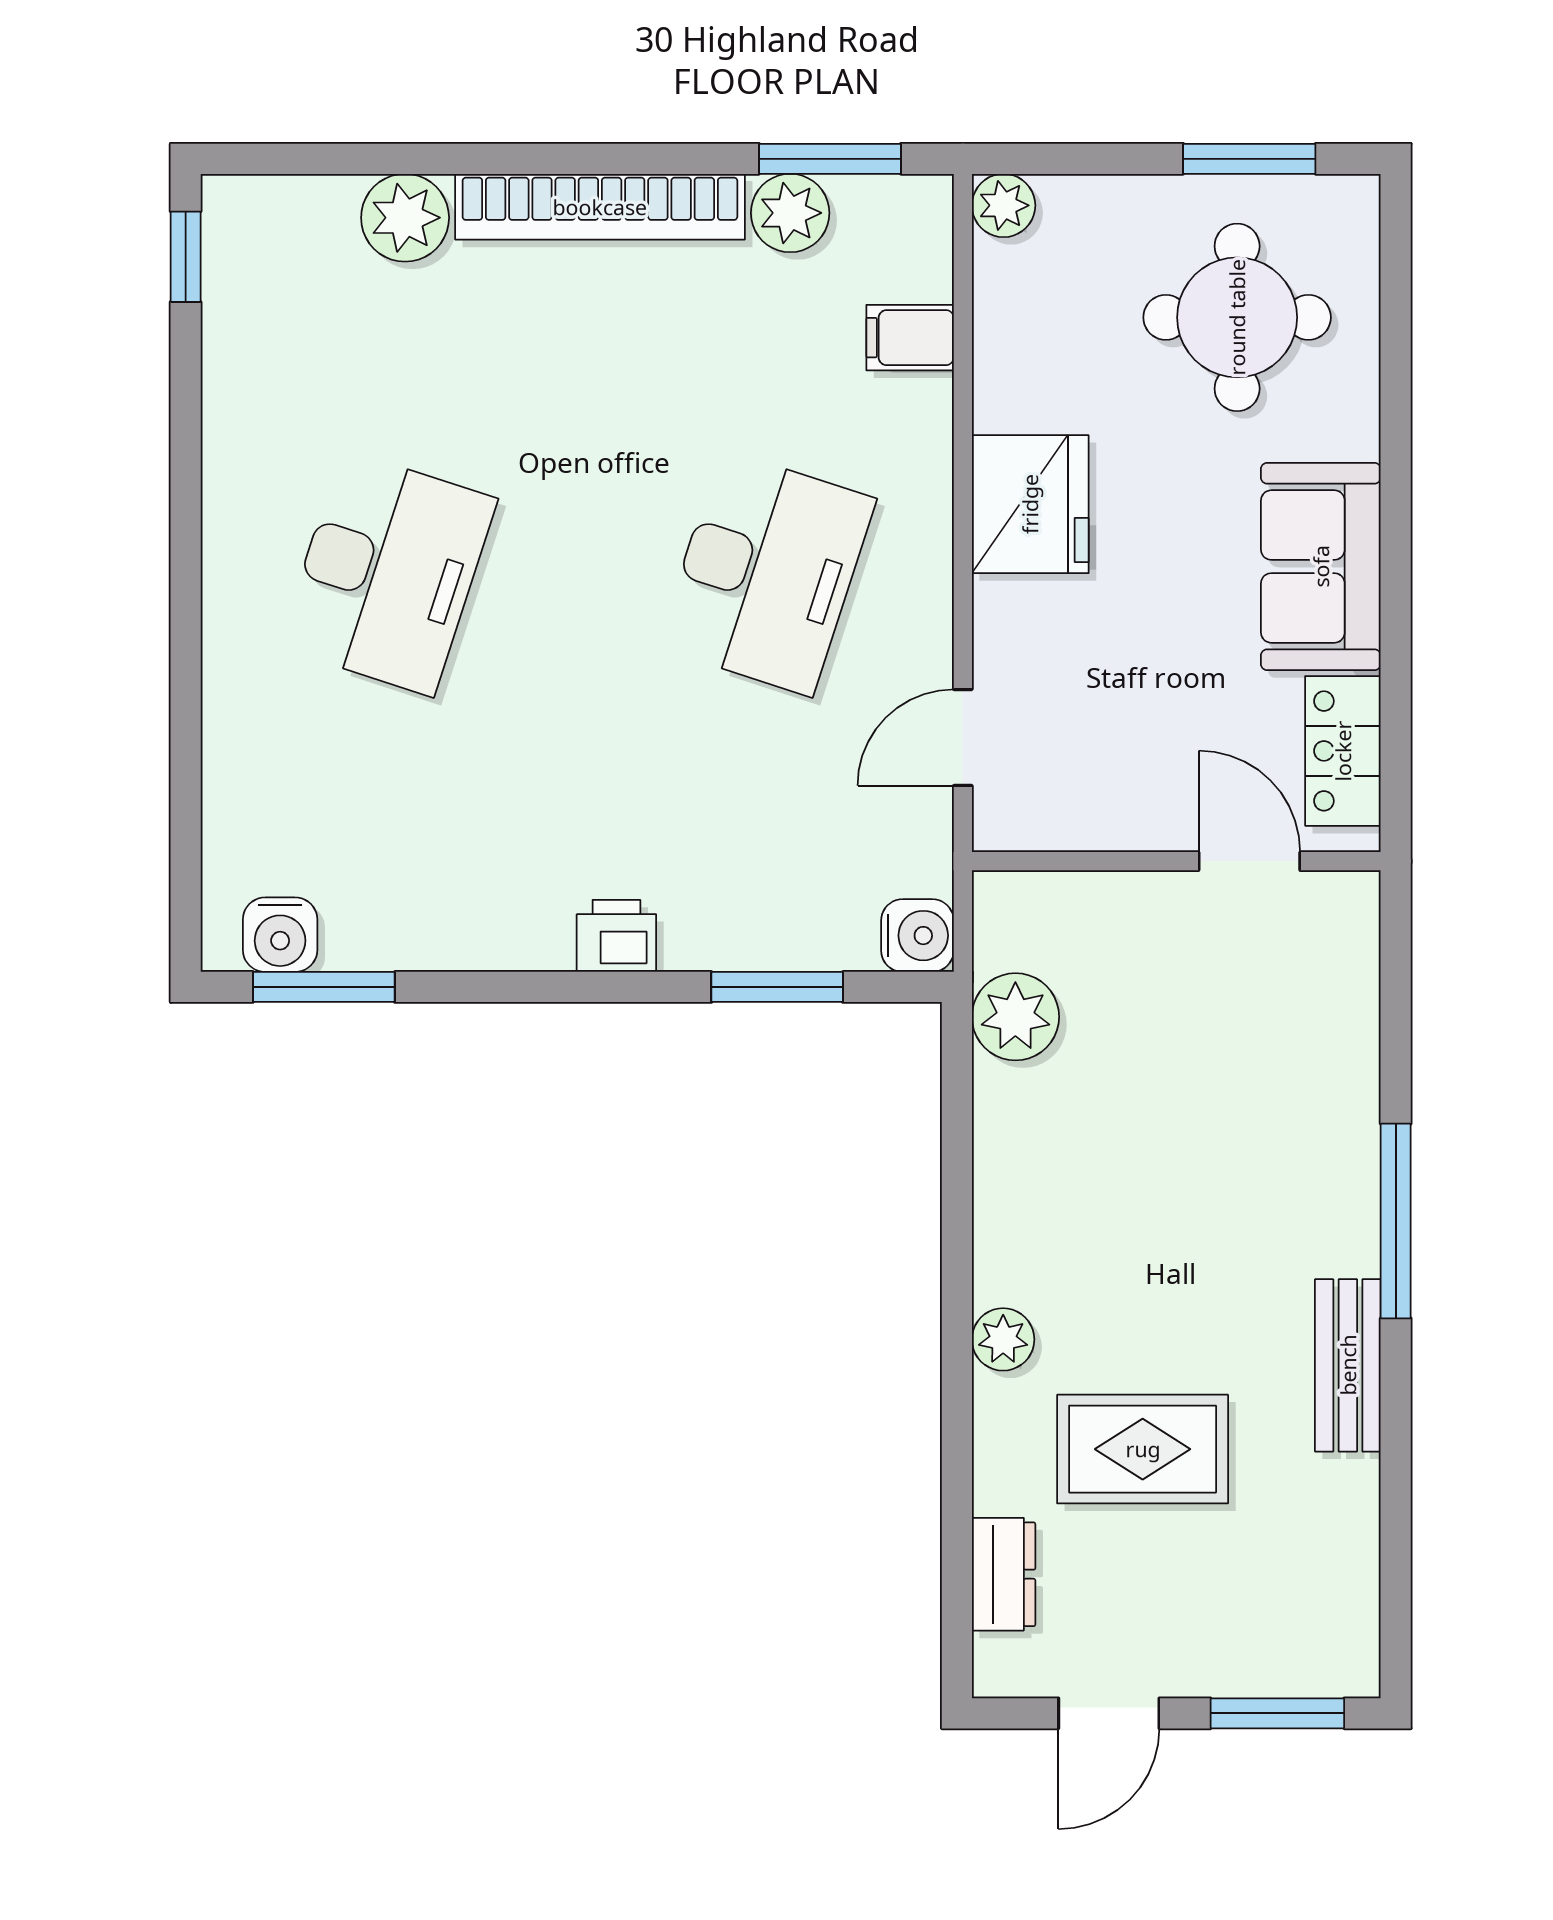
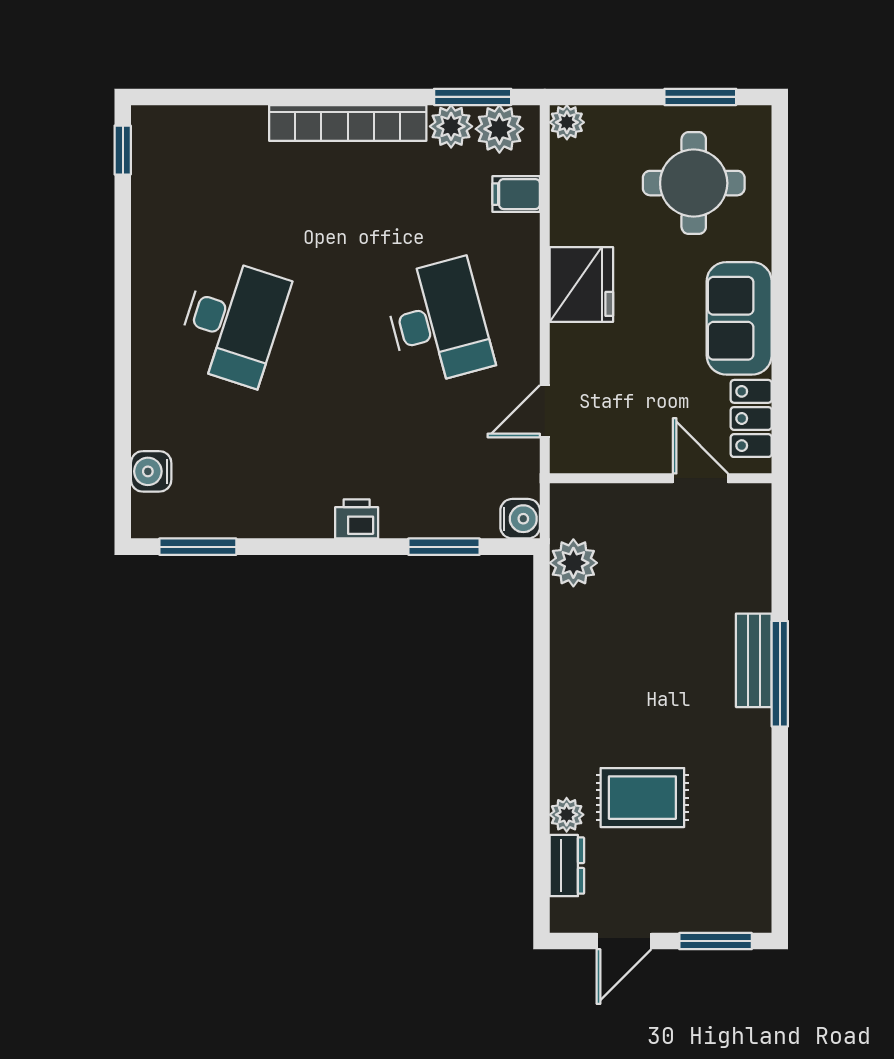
plant: (405, 218) -> (499, 129), moved
desk: (767, 573) -> (438, 322), turned -33
water cooler: (280, 935) -> (151, 471), moved, turned 90
plant: (1003, 1339) -> (567, 815), moved
bench: (1348, 1365) -> (754, 660), moved

